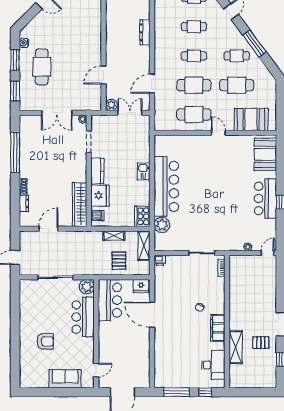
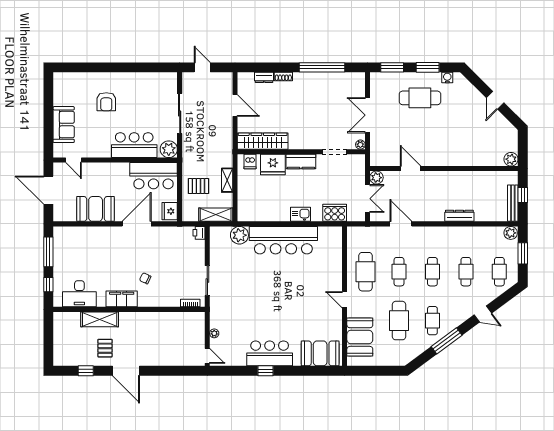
cafe table: (194, 85) -> (399, 272), width x0.73, depth x0.74
door: (218, 133) -> (345, 300), swing flipped
cooker: (142, 216) -> (335, 213), moved
booth: (139, 351) -> (96, 209), added

